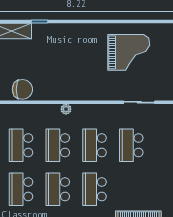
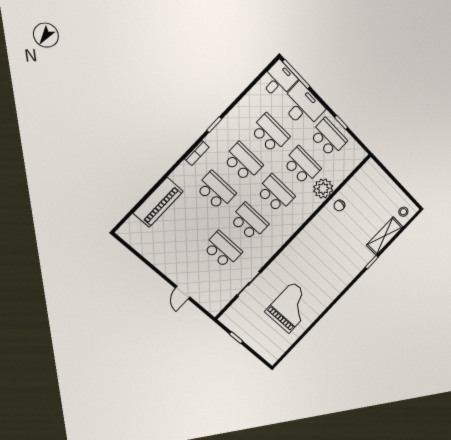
grand piano: (129, 52) -> (291, 308), turned 180
chair: (22, 89) -> (339, 206), width x0.54, depth x0.54
plant: (66, 109) -> (323, 189), moved, width x1.88, depth x1.88

